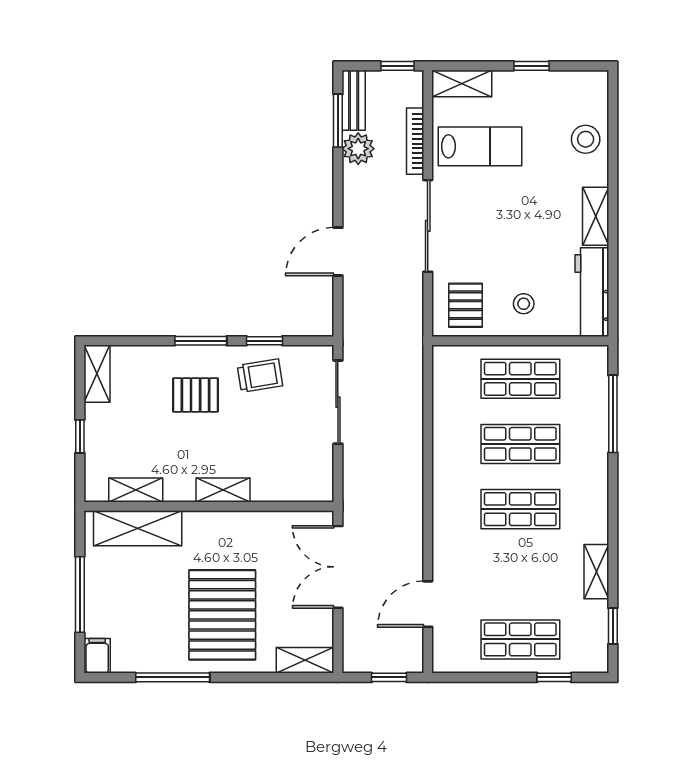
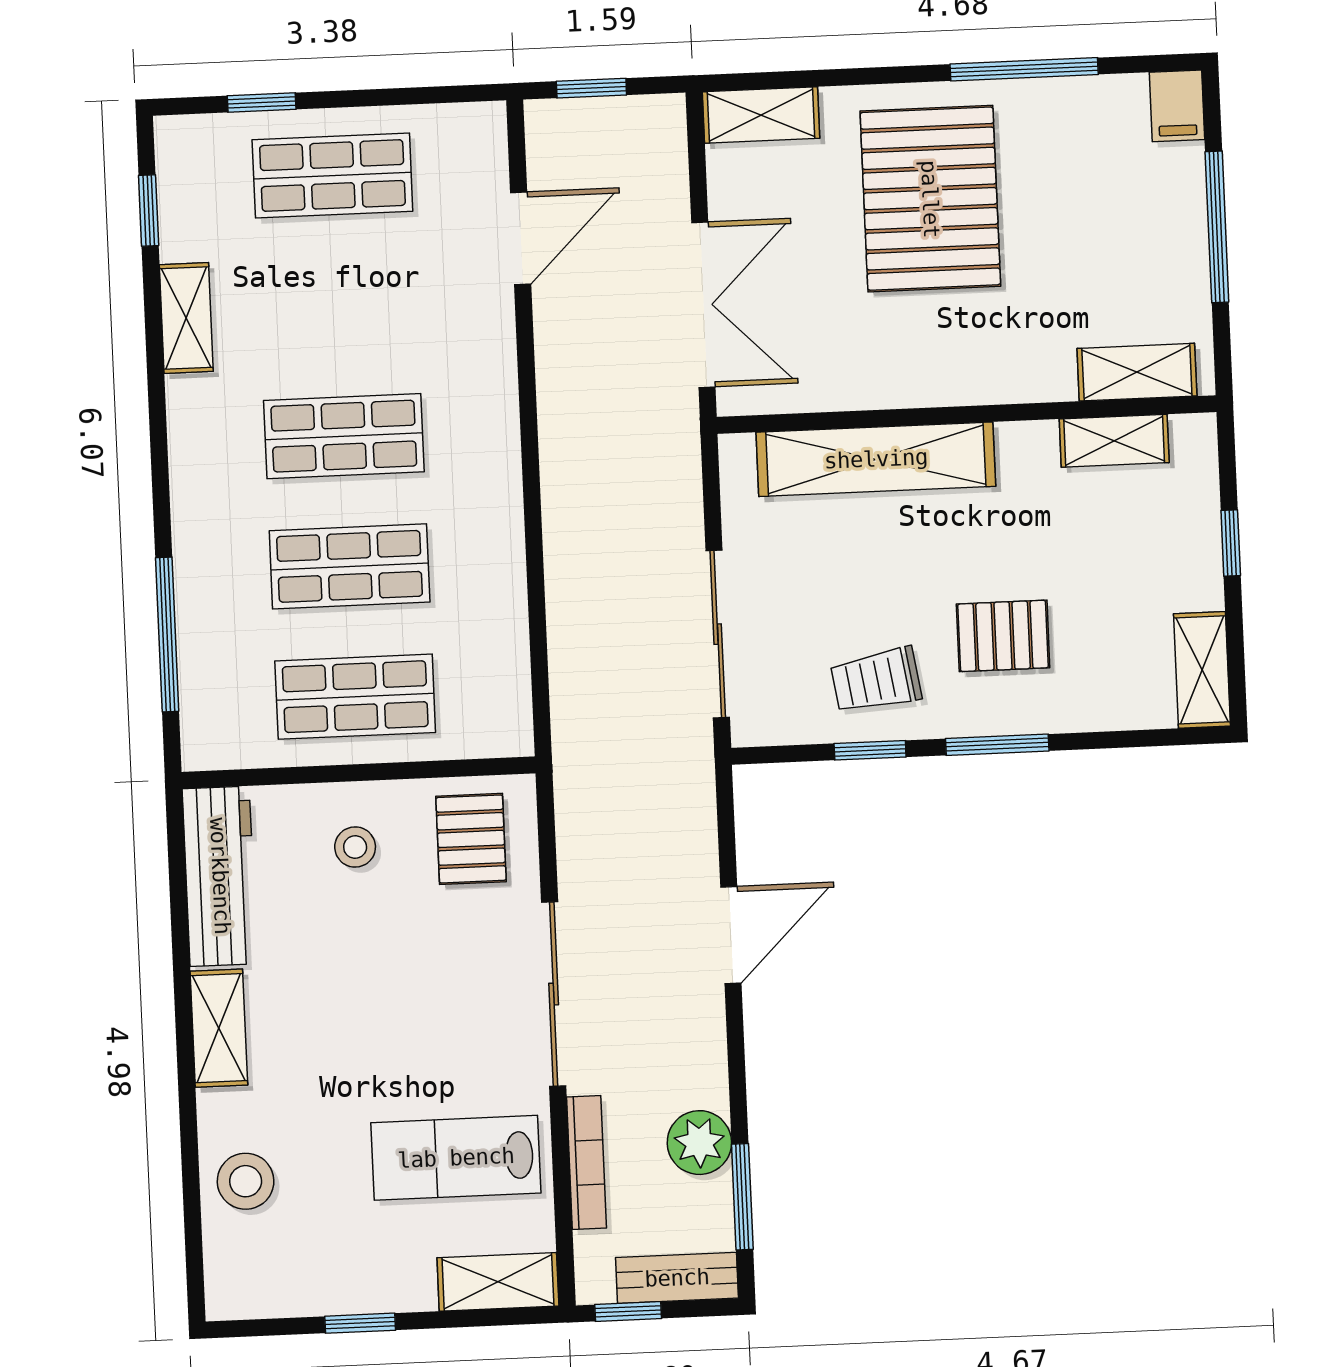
bench: (354, 100) -> (677, 1278), moved, turned 90
shelving: (223, 490) -> (876, 459), width x2.20, depth x1.33
shelving: (138, 528) -> (1137, 372), width x0.67, depth x0.75

